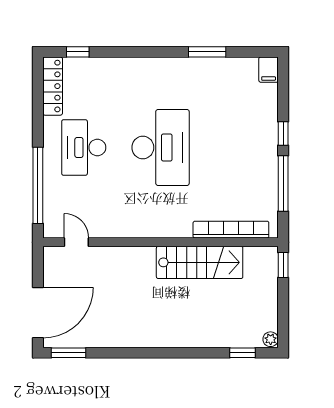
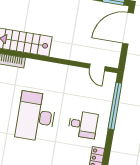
desk: (84, 147) -> (83, 124), width x0.73

